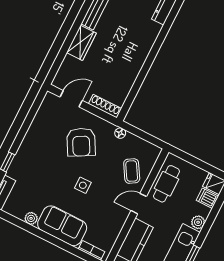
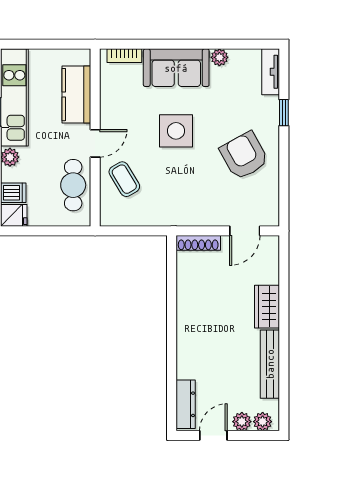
floor lamp: (120, 133) -> (162, 219), removed
armchair: (81, 142) -> (244, 156), moved
side table: (83, 185) -> (176, 131), width x1.87, depth x1.87

